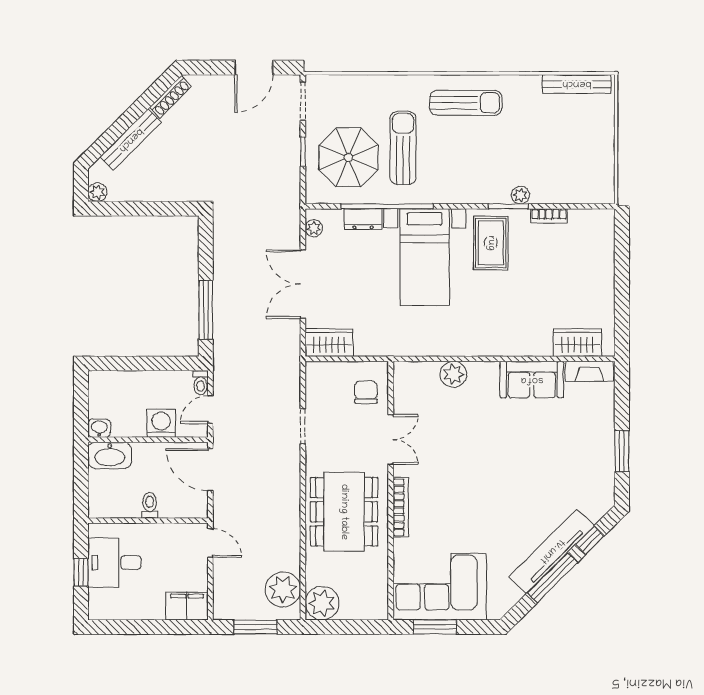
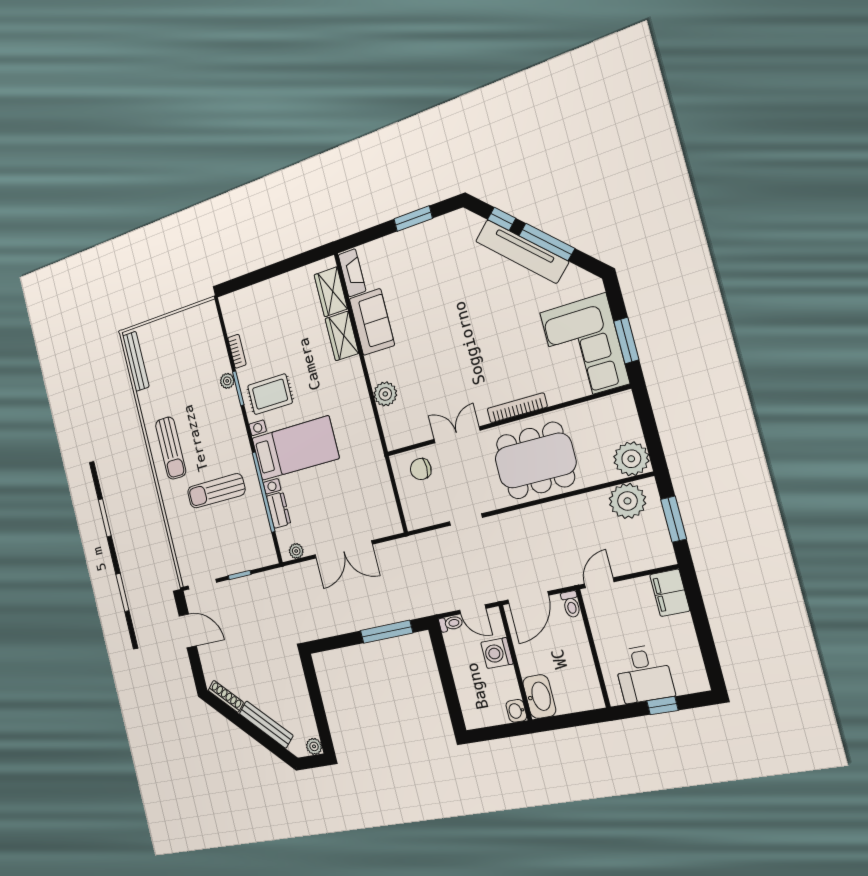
sun lounger: (466, 103) -> (171, 448), turned 180
parasol: (348, 157) -> (234, 535), removed
wardrobe: (329, 343) -> (342, 336), moved
toilet: (150, 505) -> (571, 604), moved, turned -90

